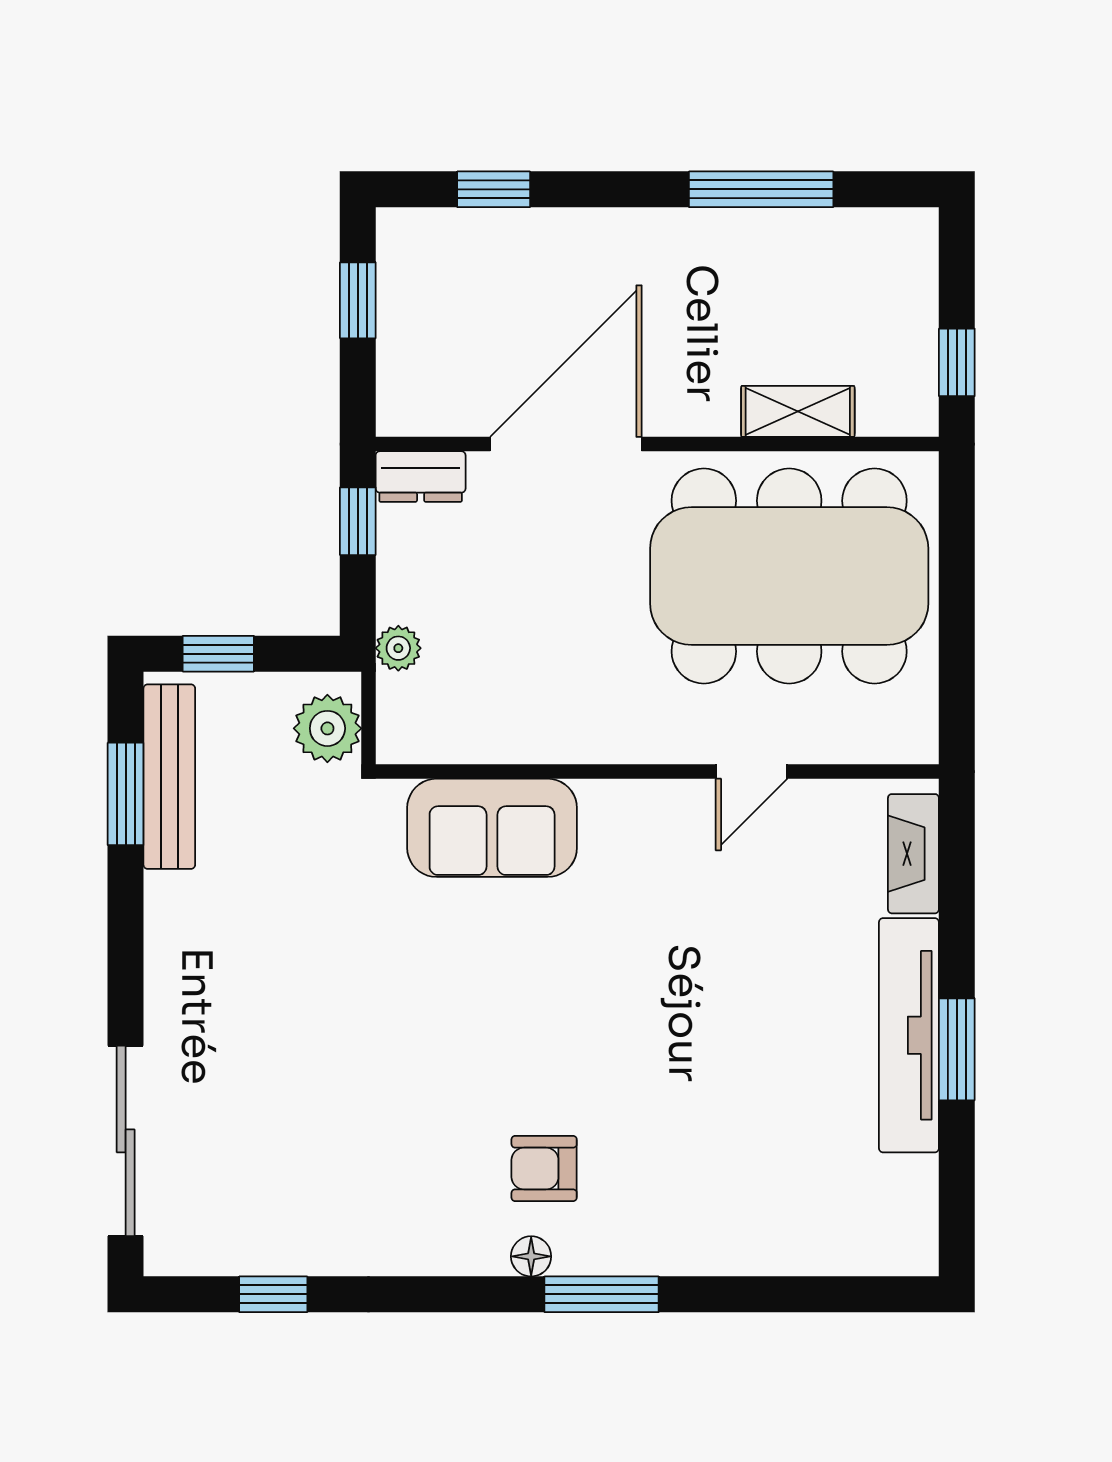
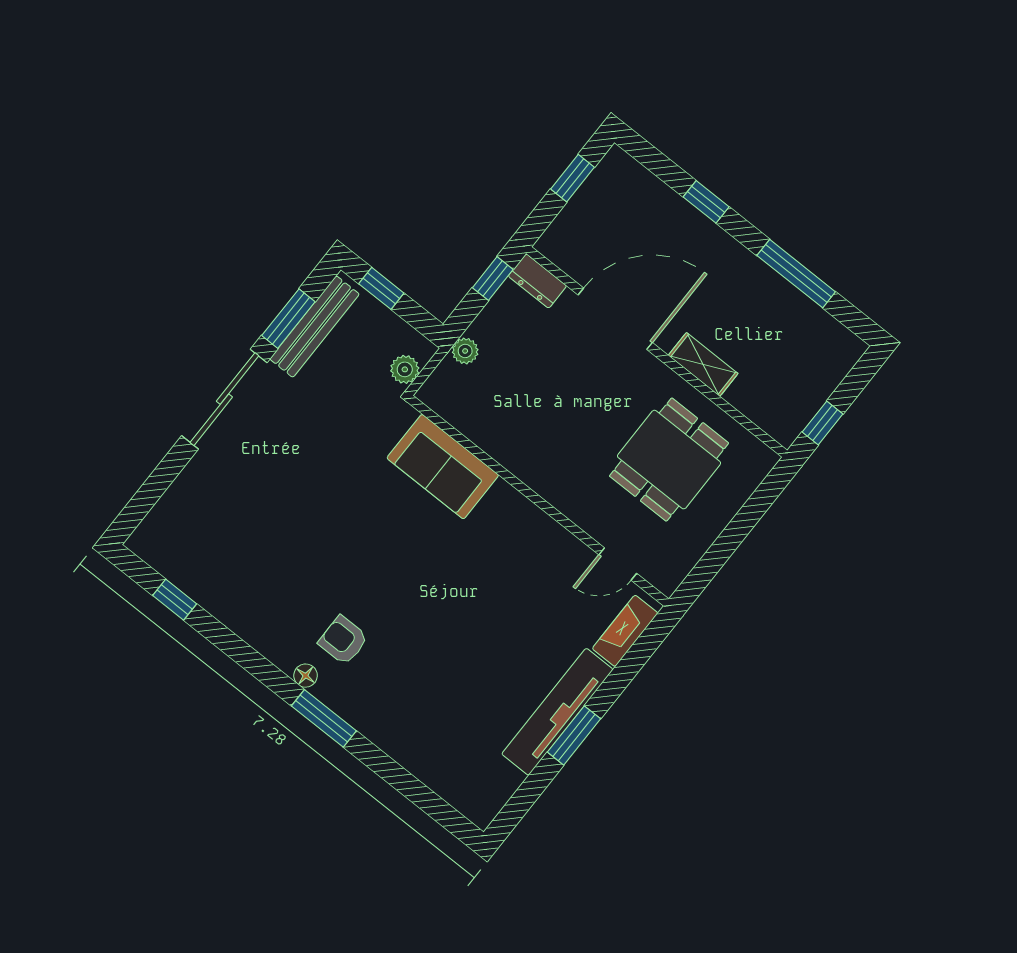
window: (494, 189) -> (706, 202), moved
shelving: (798, 411) -> (703, 364), moved
dining table: (789, 576) -> (669, 460), width x0.53, depth x0.80
plant: (327, 728) -> (405, 369), width x0.73, depth x0.73
door: (752, 772) -> (618, 564), moved
sliding door: (126, 1141) -> (224, 399), moved

